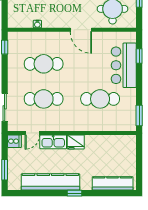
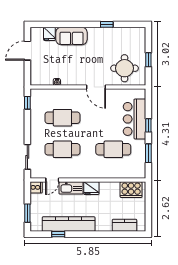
window: (139, 56) -> (148, 125), moved
window: (139, 116) -> (148, 153), moved
cooker: (120, 144) -> (131, 190), added
kitchen counter: (113, 183) -> (125, 225), width x0.67
window: (74, 193) -> (58, 234), moved

